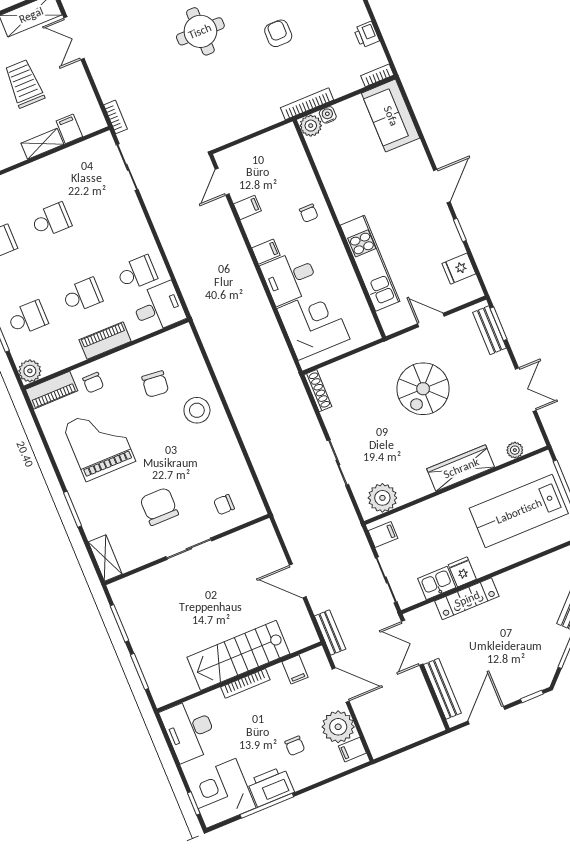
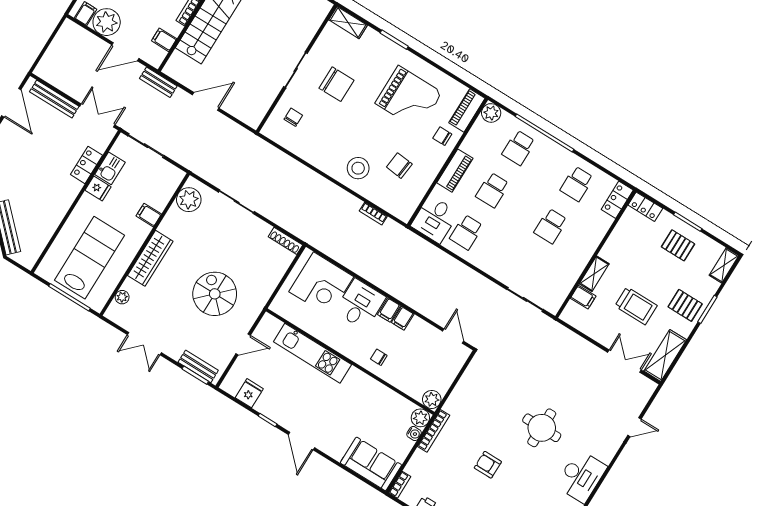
armchair: (278, 33) -> (488, 465), turned 180
bookcase: (116, 117) -> (373, 214), moved
plant: (287, 135) -> (432, 399), added
filing cabinet: (247, 207) -> (403, 318), moved
filing cabinet: (383, 535) -> (149, 215), moved, turned 90
locker: (467, 599) -> (87, 165), width x0.66

